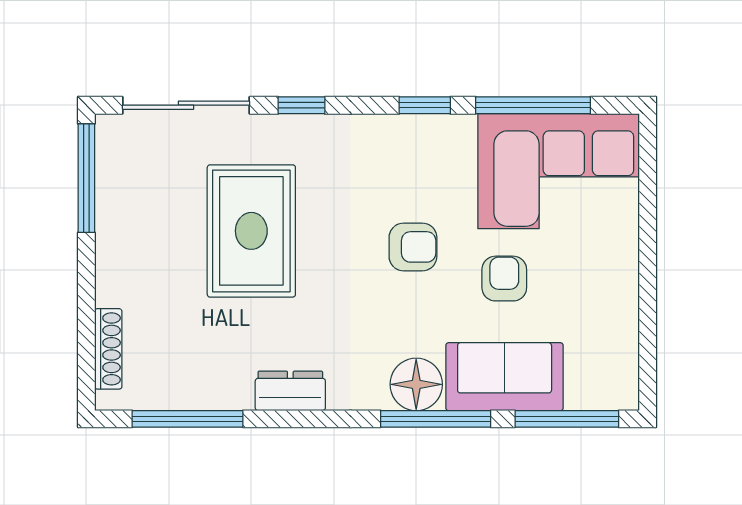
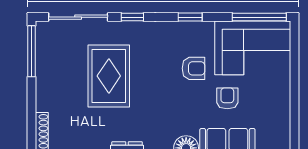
window: (533, 105) -> (259, 17), moved
armchair: (413, 247) -> (193, 68), moved

